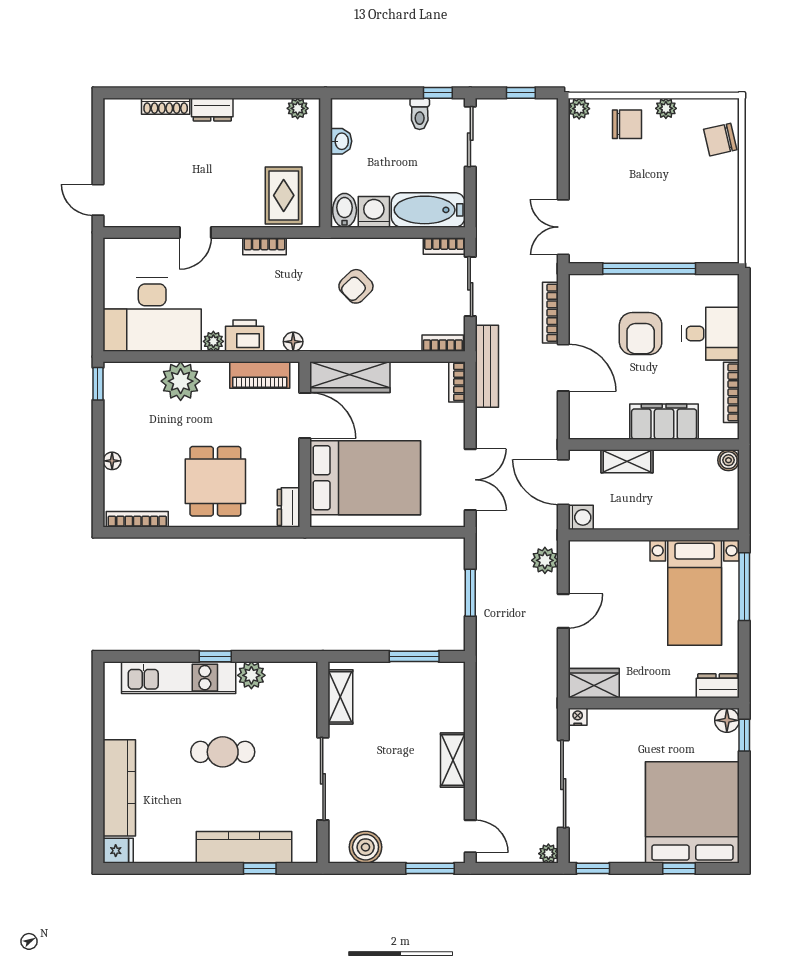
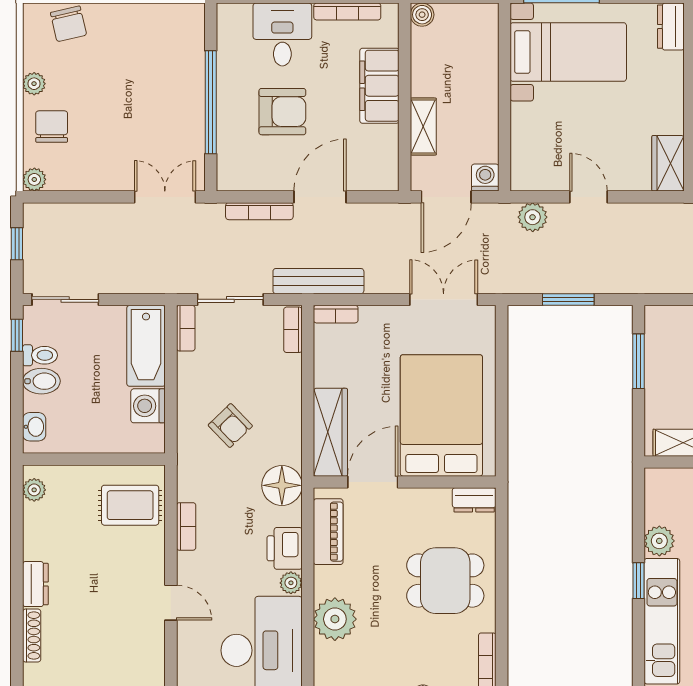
washbasin: (341, 141) -> (34, 427), moved, turned 90
bidet: (345, 210) -> (41, 381), moved, turned 180
double door: (563, 227) -> (165, 197), swing flipped
floor lamp: (293, 342) -> (282, 485), width x1.89, depth x1.89

